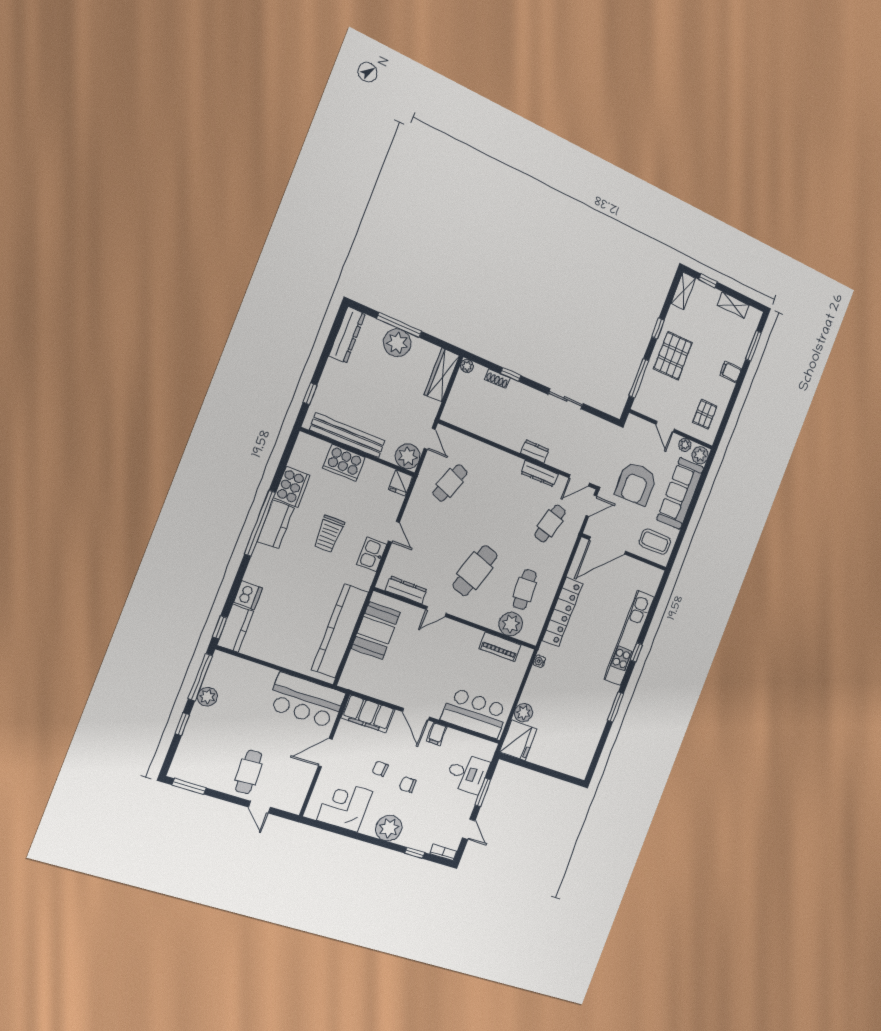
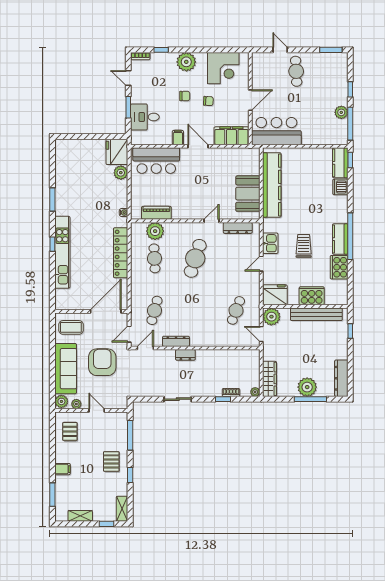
pallet: (673, 356) -> (111, 461), width x0.67, depth x0.71
fridge: (401, 483) -> (275, 295), width x1.88, depth x1.34
door: (394, 532) -> (261, 264), hinge flipped

